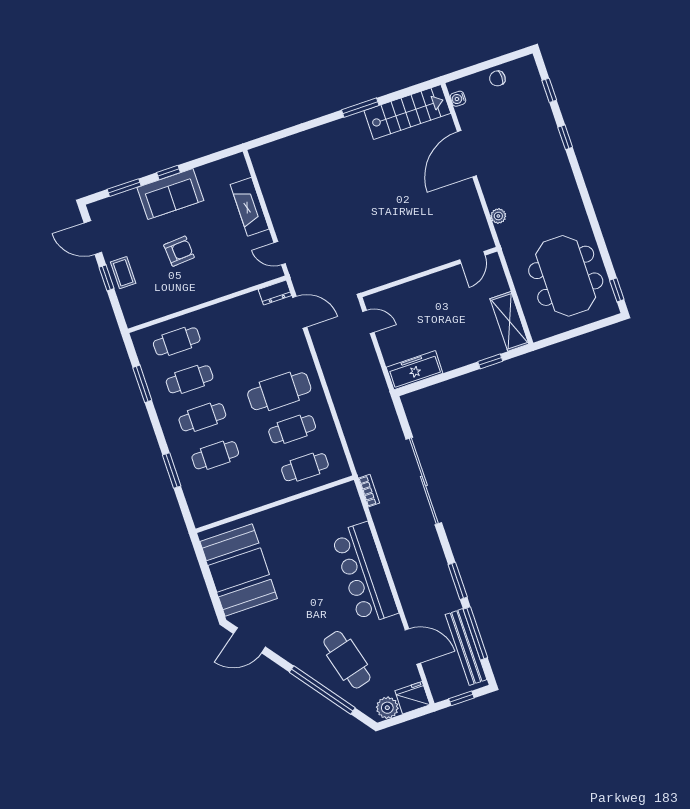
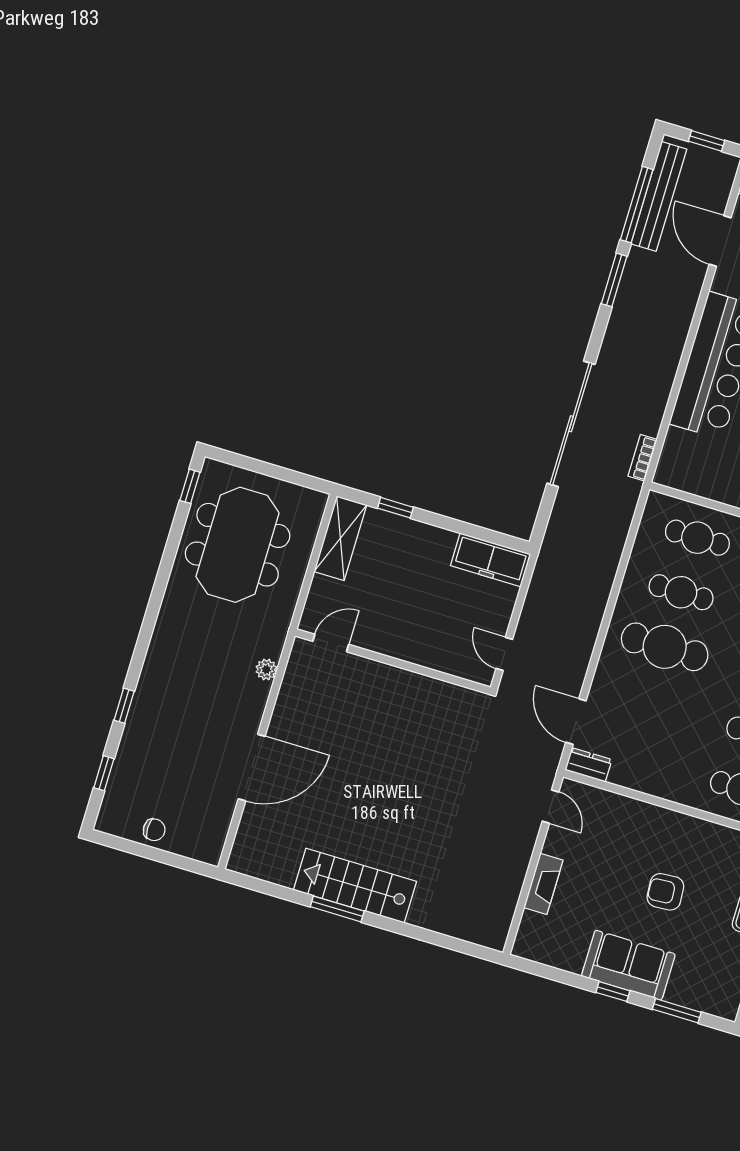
water cooler: (458, 99) -> (217, 839), removed
stairs: (407, 112) -> (355, 886), moved
fireplace: (250, 207) -> (543, 884), width x0.73, depth x0.76

